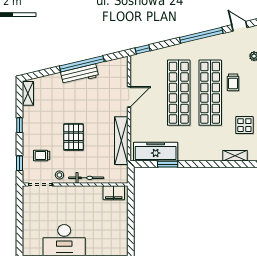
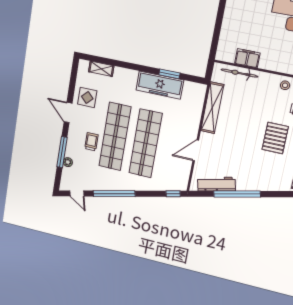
workbench: (80, 74) -> (216, 184), moved
pallet: (73, 137) -> (275, 138), moved
freezer: (156, 152) -> (160, 85), moved
bicycle: (86, 178) -> (239, 73), moved
filing cabinet: (114, 193) -> (247, 58), moved

